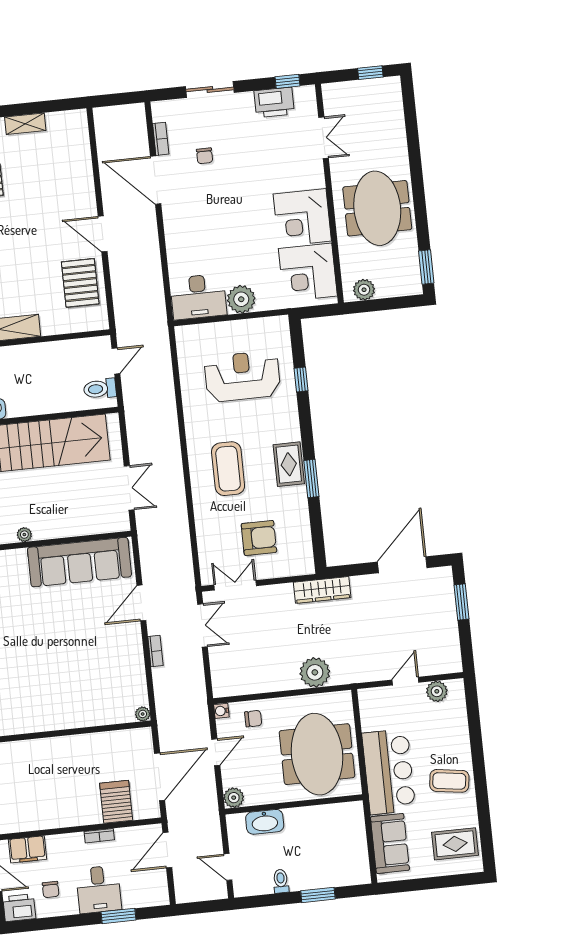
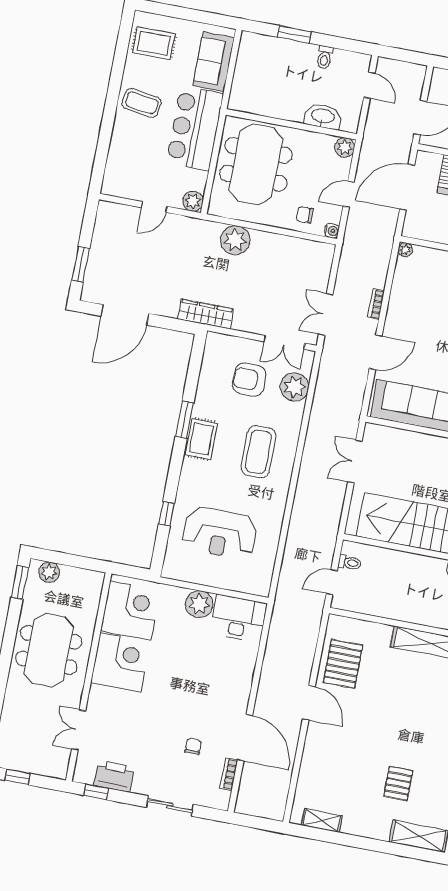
shelving: (25, 124) -> (322, 820), moved
plant: (364, 290) -> (49, 572), moved
toilet: (100, 389) -> (350, 563), width x0.73, depth x0.72
plant: (212, 544) -> (295, 387), added
plant: (437, 691) -> (193, 201), moved

